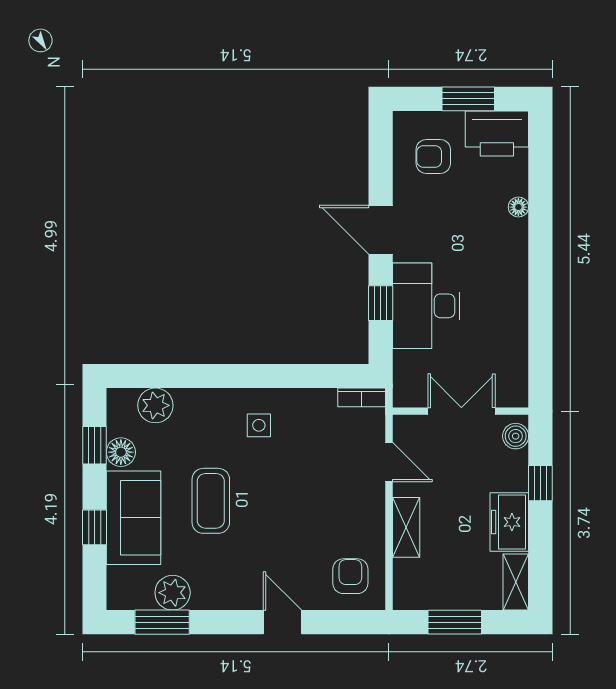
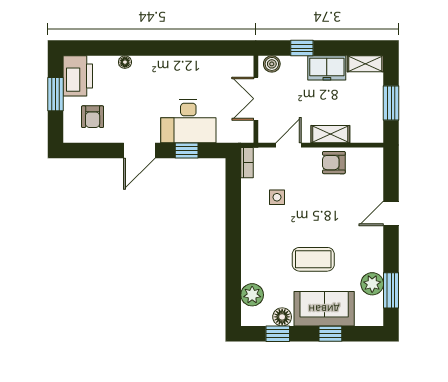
side table: (259, 425) -> (277, 197), moved
armchair: (350, 576) -> (334, 163), moved

